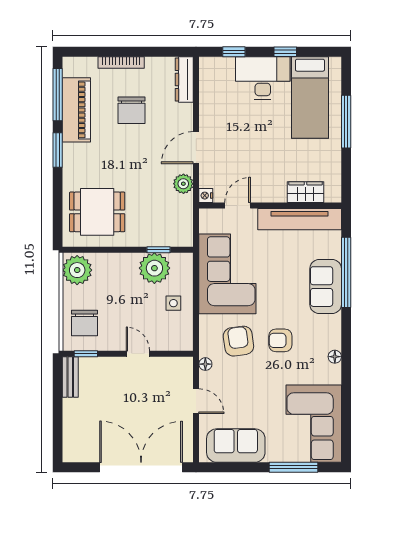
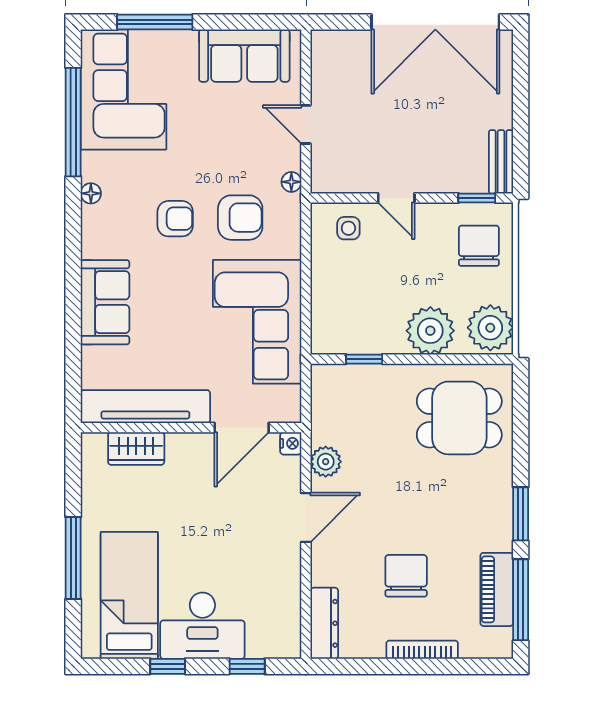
piano: (76, 110) -> (497, 589), width x0.73, depth x0.75
door: (238, 206) -> (242, 428), width x1.38
plant: (154, 268) -> (430, 331), moved
window: (346, 272) -> (73, 122), moved
side table: (173, 303) -> (348, 228), moved
armchair: (238, 341) -> (240, 218), turned -82
double door: (141, 467) -> (435, 22), moved

